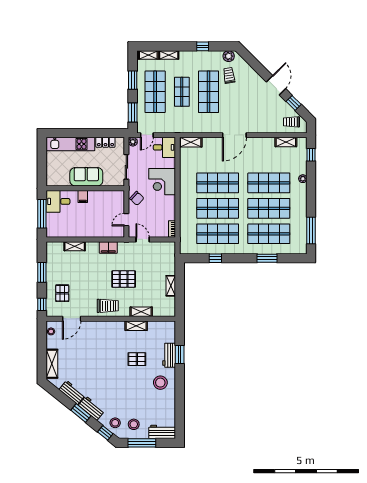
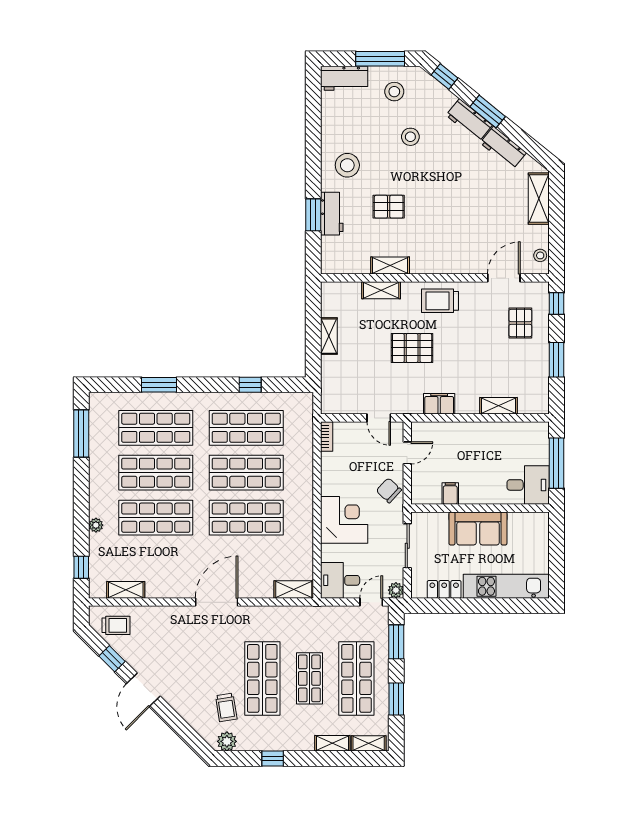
filing cabinet: (83, 197) -> (450, 494), moved
stool: (115, 423) -> (410, 137), moved

